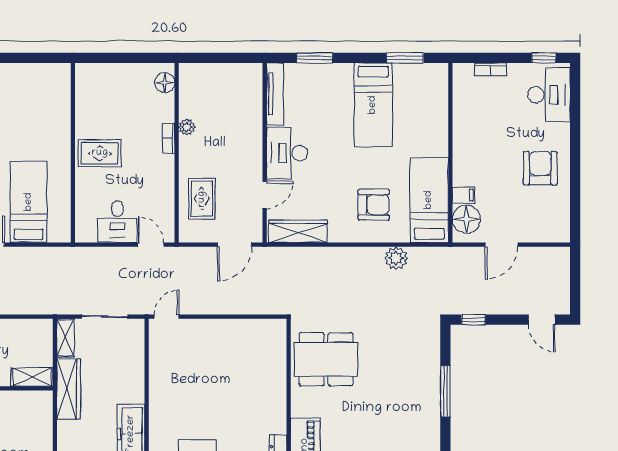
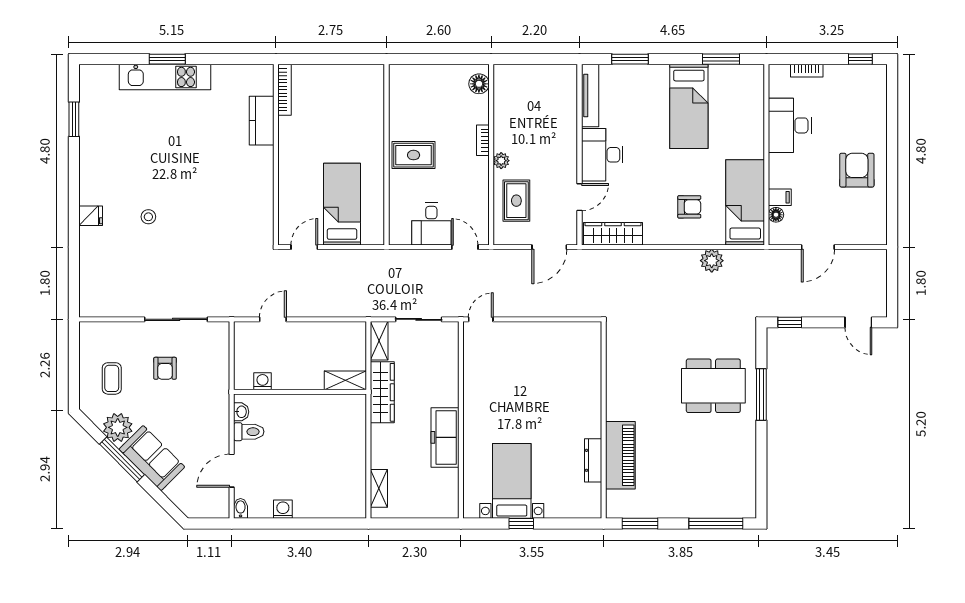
desk: (549, 95) -> (790, 125), moved, turned 180
plant: (187, 127) -> (501, 161), moved
armchair: (374, 205) -> (689, 207), width x0.72, depth x0.72
floor lamp: (466, 219) -> (776, 215), width x0.53, depth x0.53
dining table: (326, 359) -> (713, 386), moved

